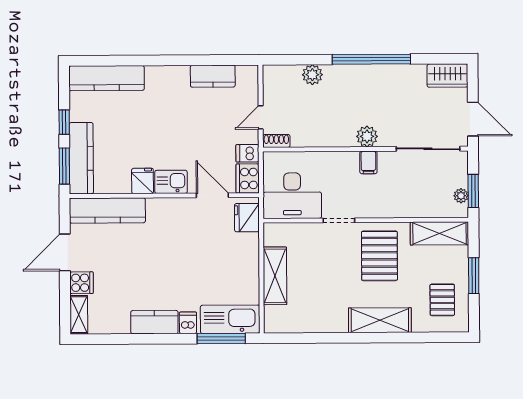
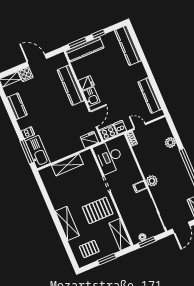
kitchen counter: (213, 76) -> (150, 96), width x1.50
kitchen counter: (107, 210) -> (71, 85), moved
kitchen counter: (154, 322) -> (17, 106), moved

